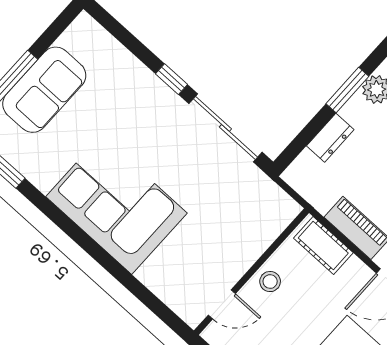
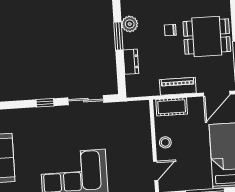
sliding door: (226, 128) -> (86, 100), width x0.73

